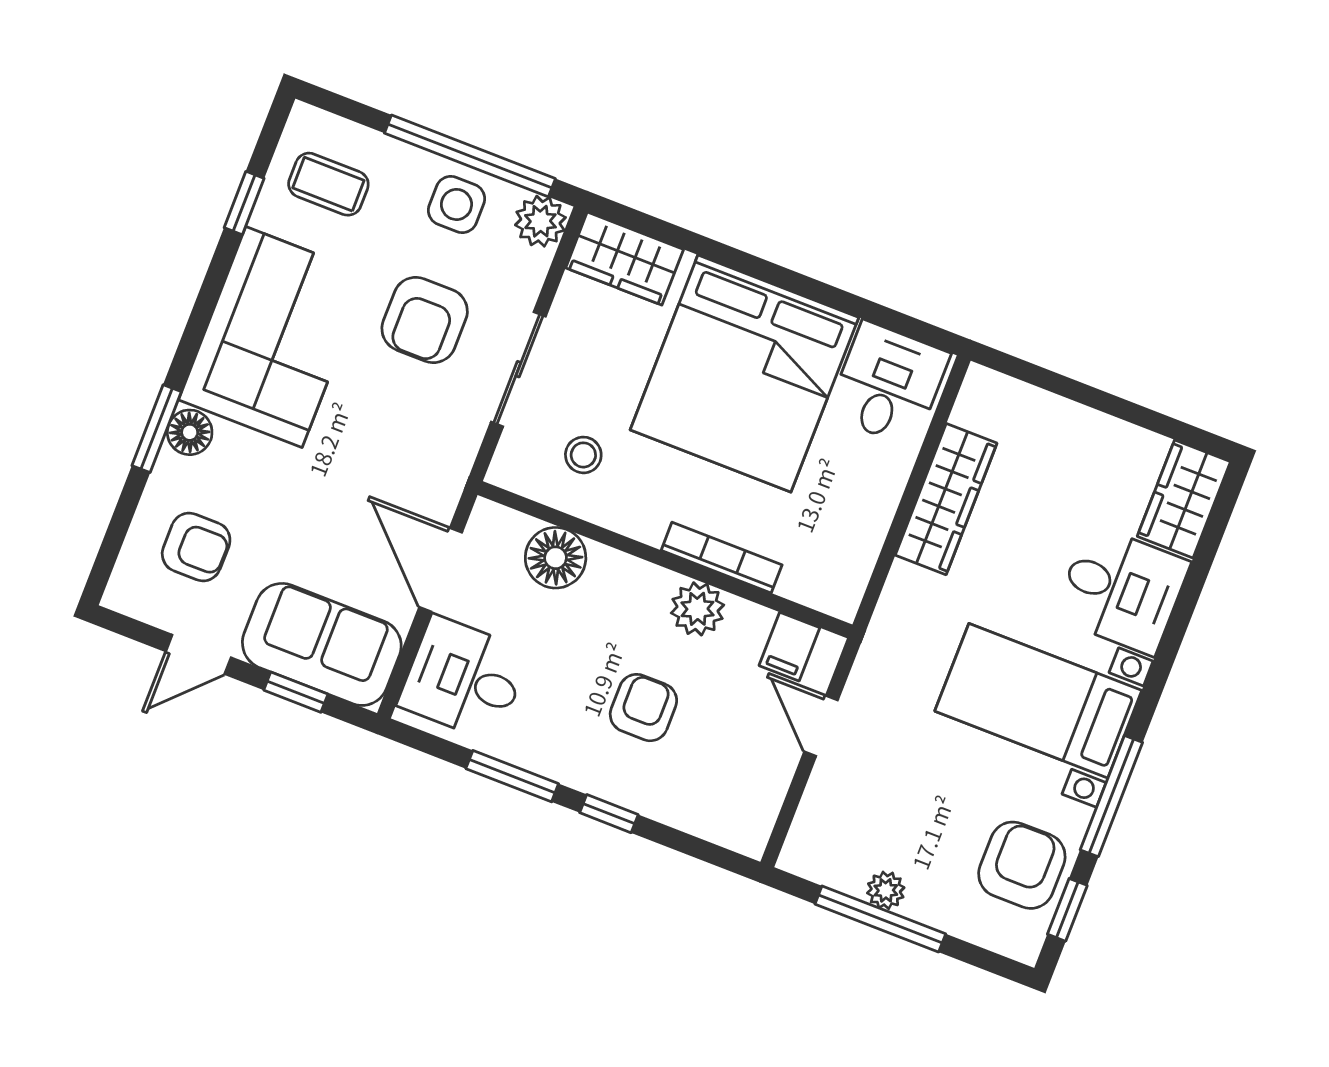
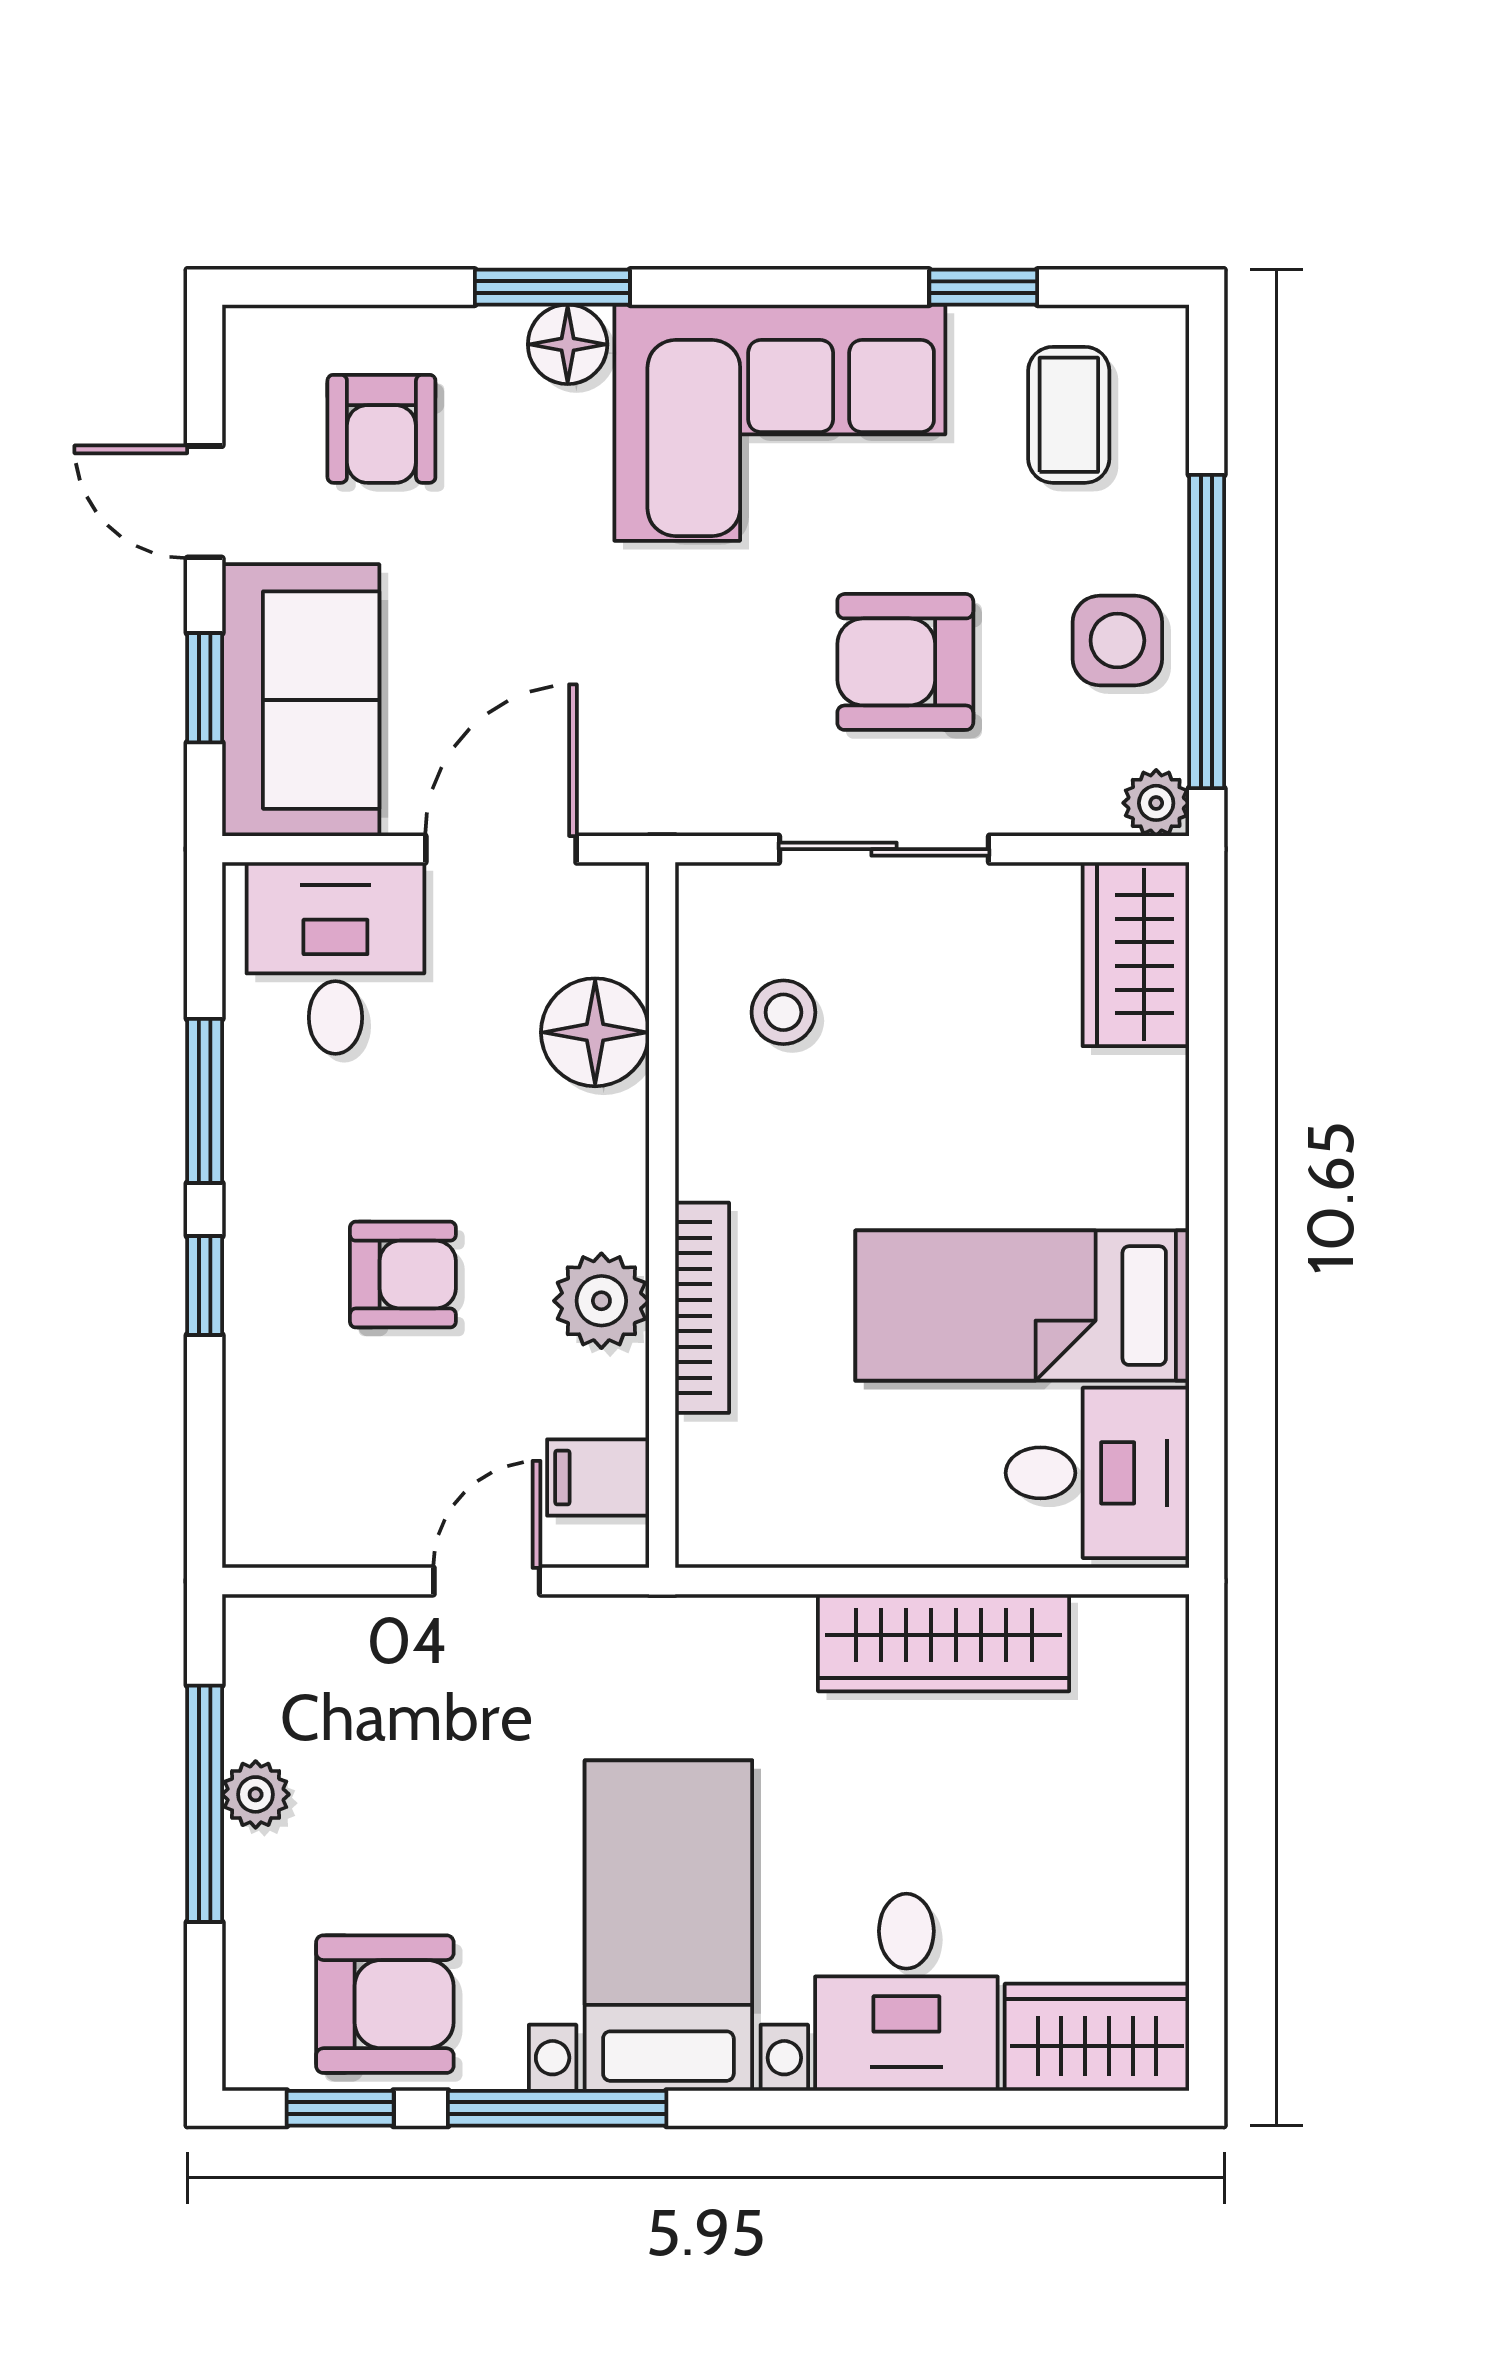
plant: (540, 221) -> (1156, 803), width x0.73, depth x0.73
bed: (744, 374) -> (1022, 1306), width x0.49

